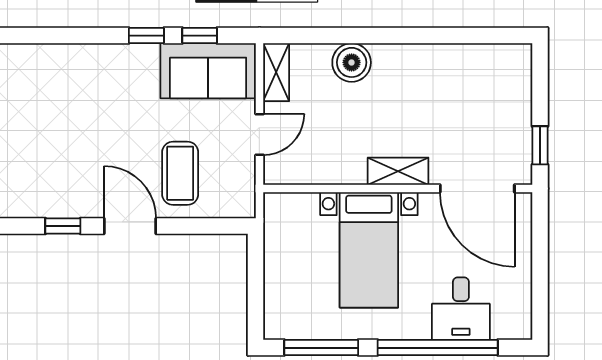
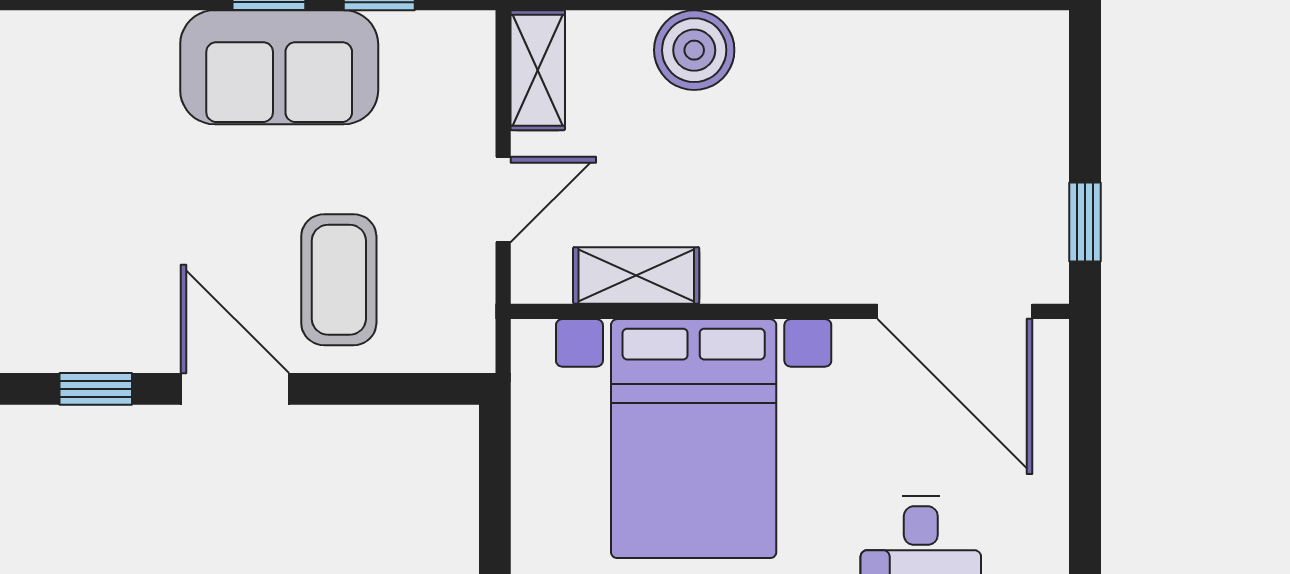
sofa: (208, 71) -> (279, 67), moved
shelving: (398, 171) -> (636, 275), moved
bed with nightstands: (369, 250) -> (694, 439), width x1.36

